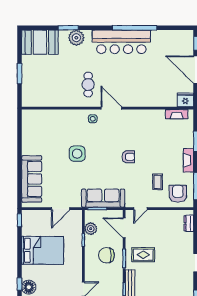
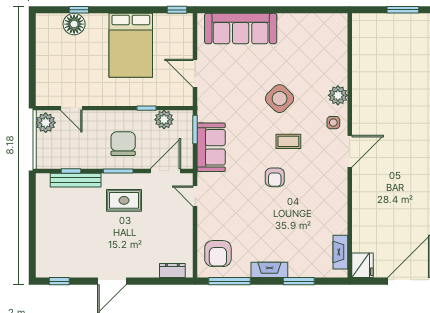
cafe table: (88, 85) -> (386, 116), removed
plant: (75, 116) -> (338, 95), added
side table: (77, 154) -> (280, 99), turned 45
coffee table: (158, 182) -> (288, 141), moved
armchair: (178, 194) -> (218, 254), turned 90
sofa: (103, 198) -> (211, 147), width x0.73
rug: (143, 255) -> (124, 200), turned 90

